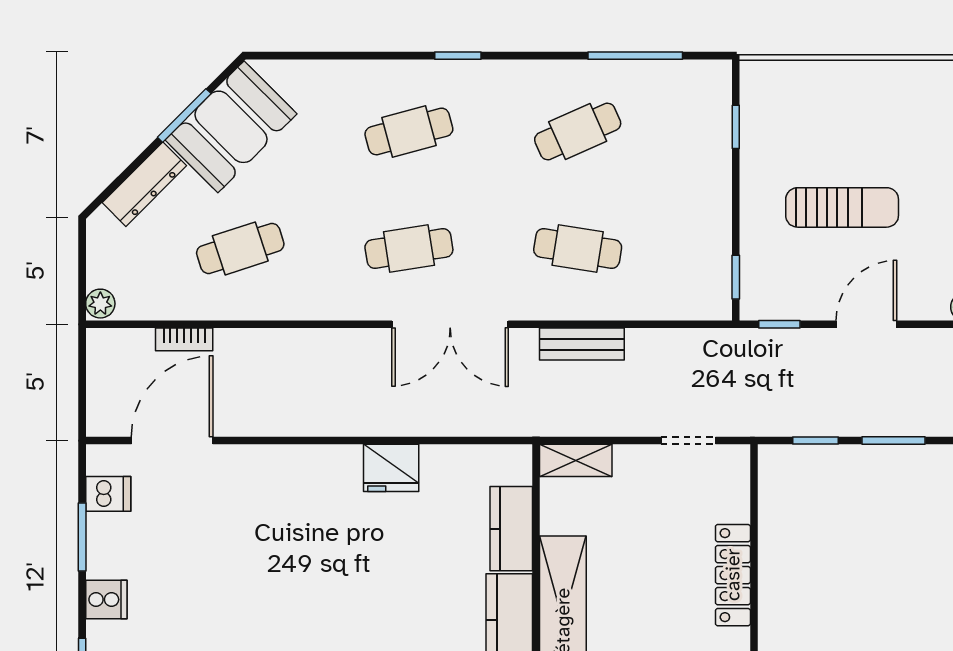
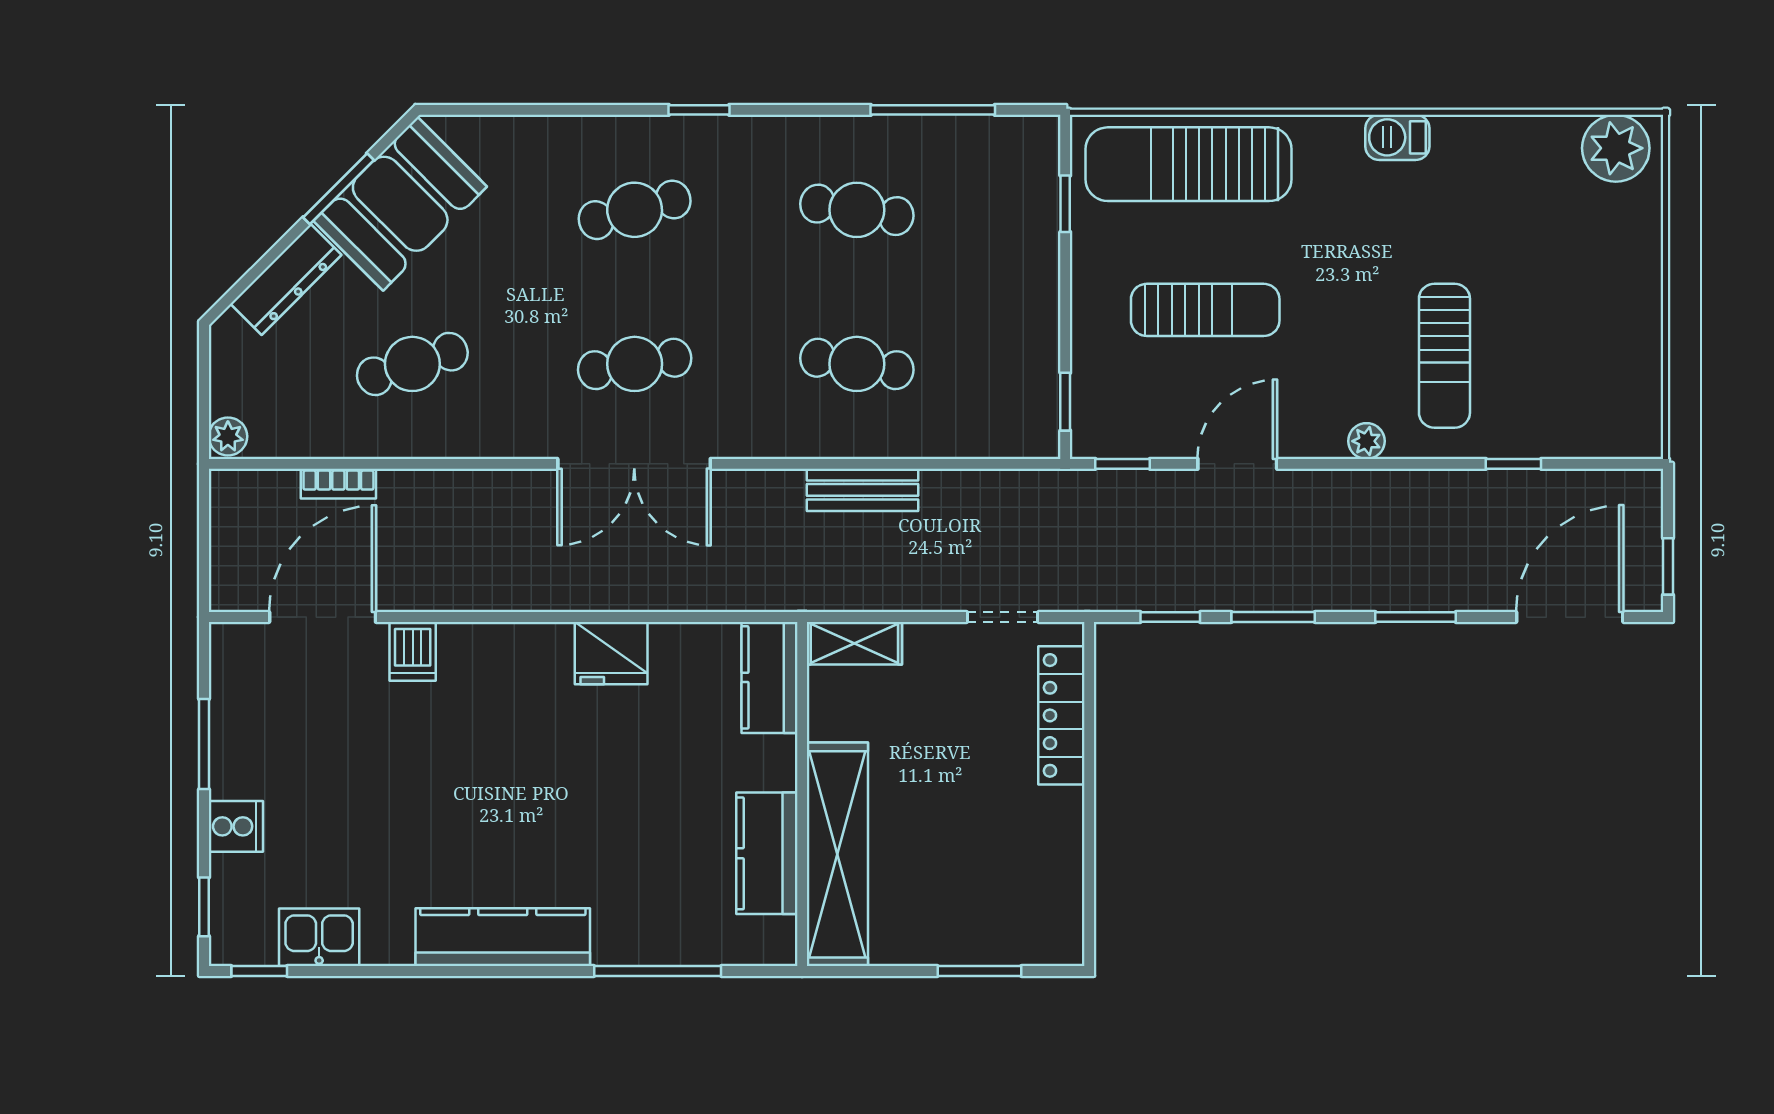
sun lounger: (829, 97) -> (1188, 164), added
cafe table: (578, 131) -> (857, 210), turned 33
double door: (450, 324) -> (634, 464), moved
dishwasher: (108, 494) -> (413, 651), moved, turned 90
kitchen counter: (511, 529) -> (769, 677), moved
locker: (733, 575) -> (1061, 715), moved

